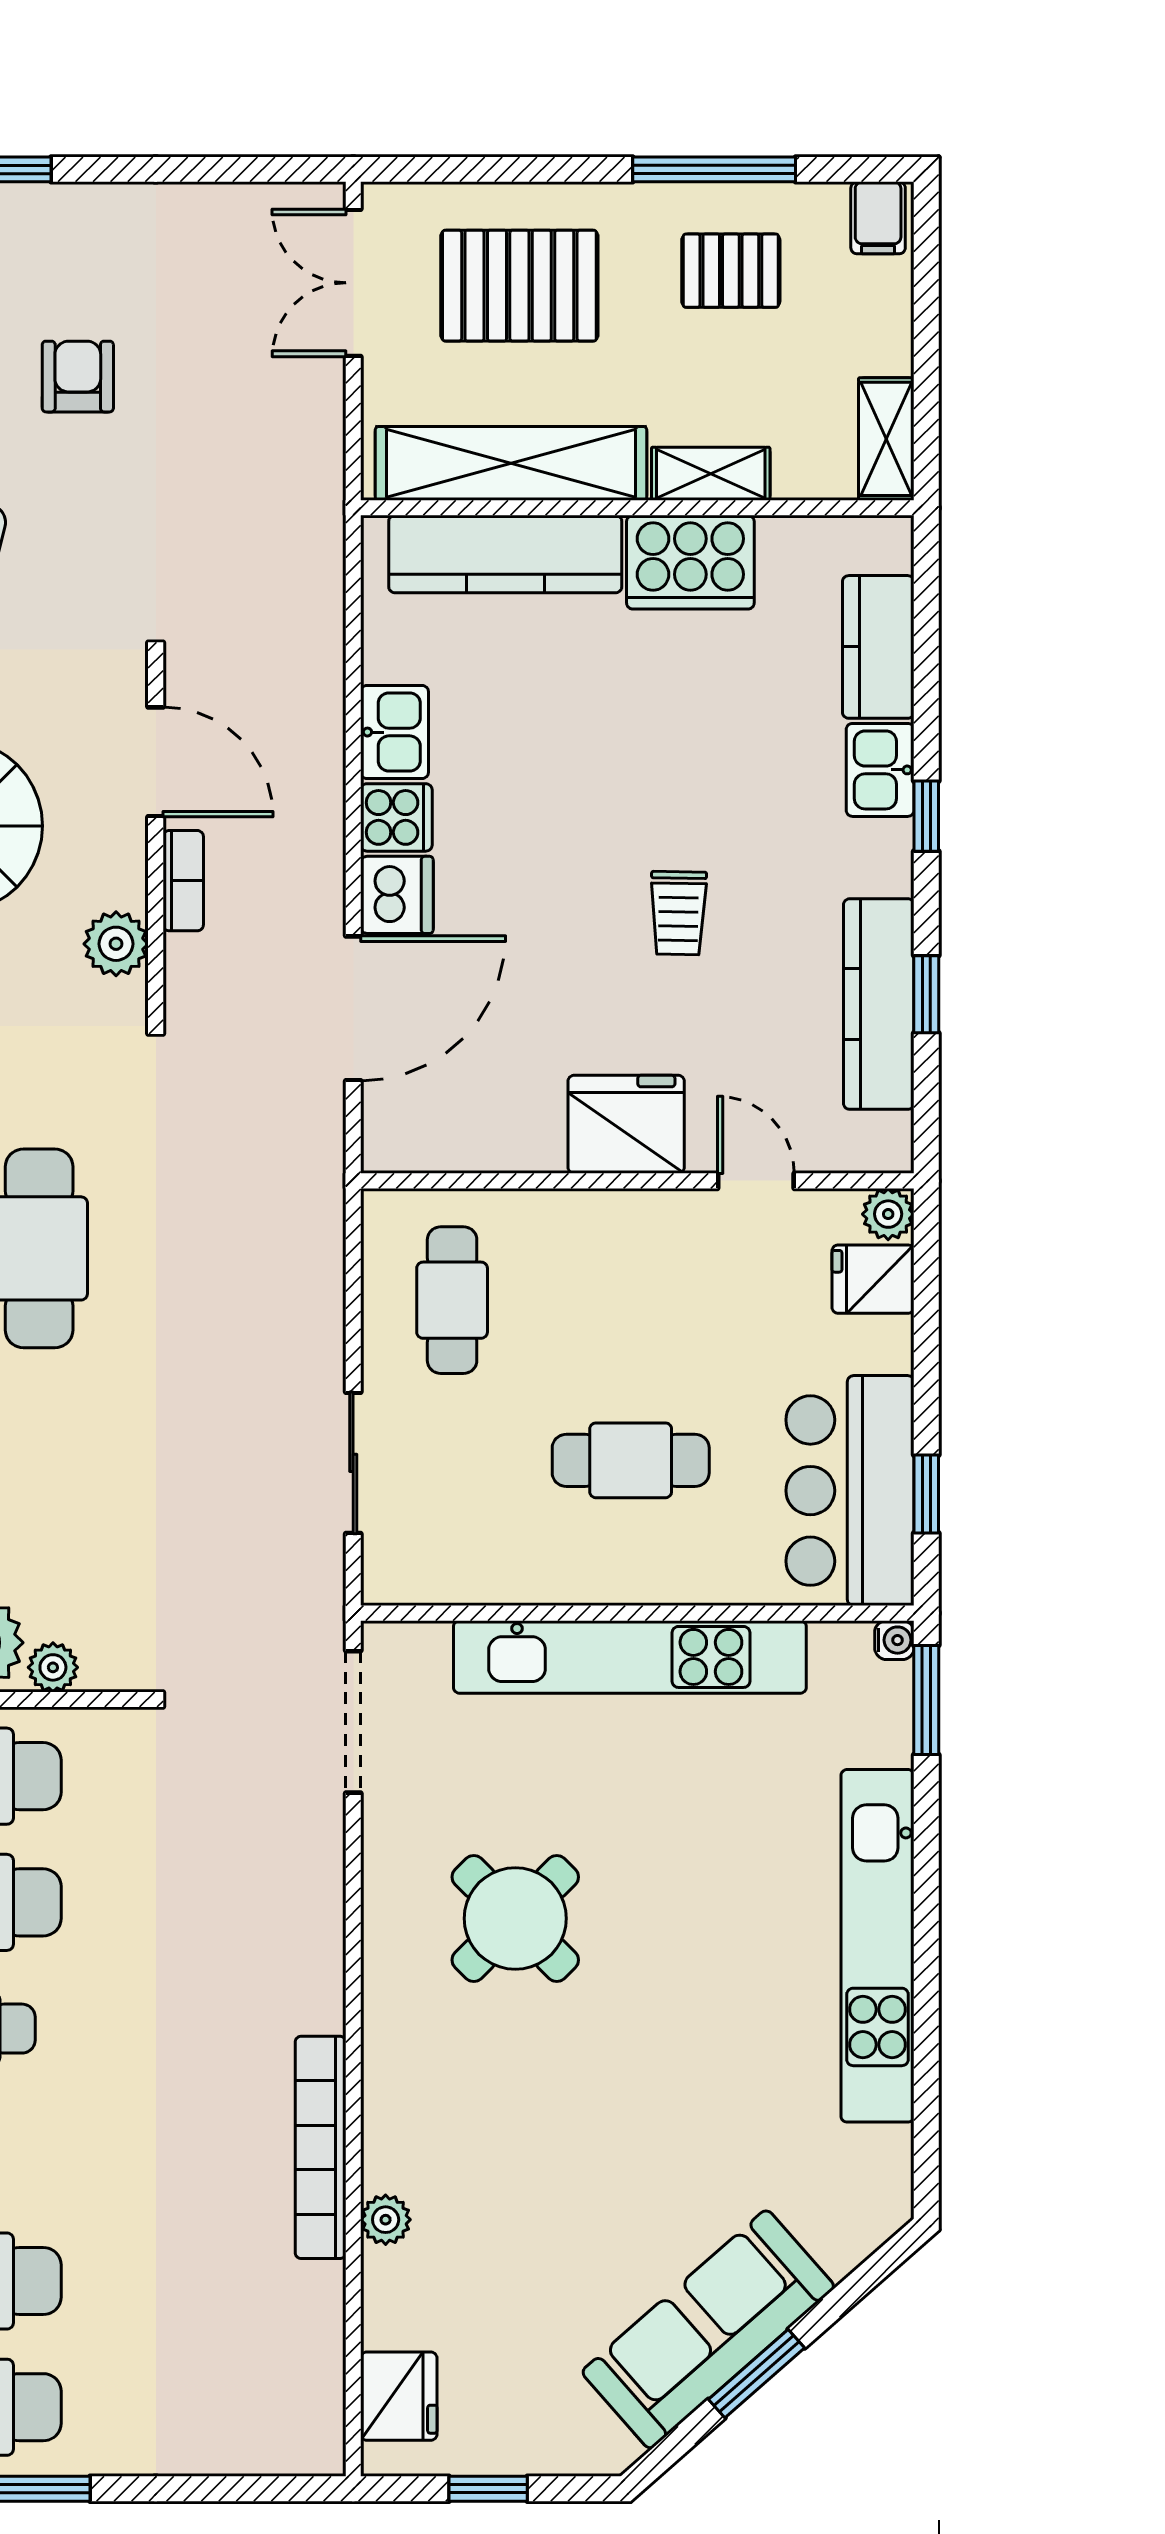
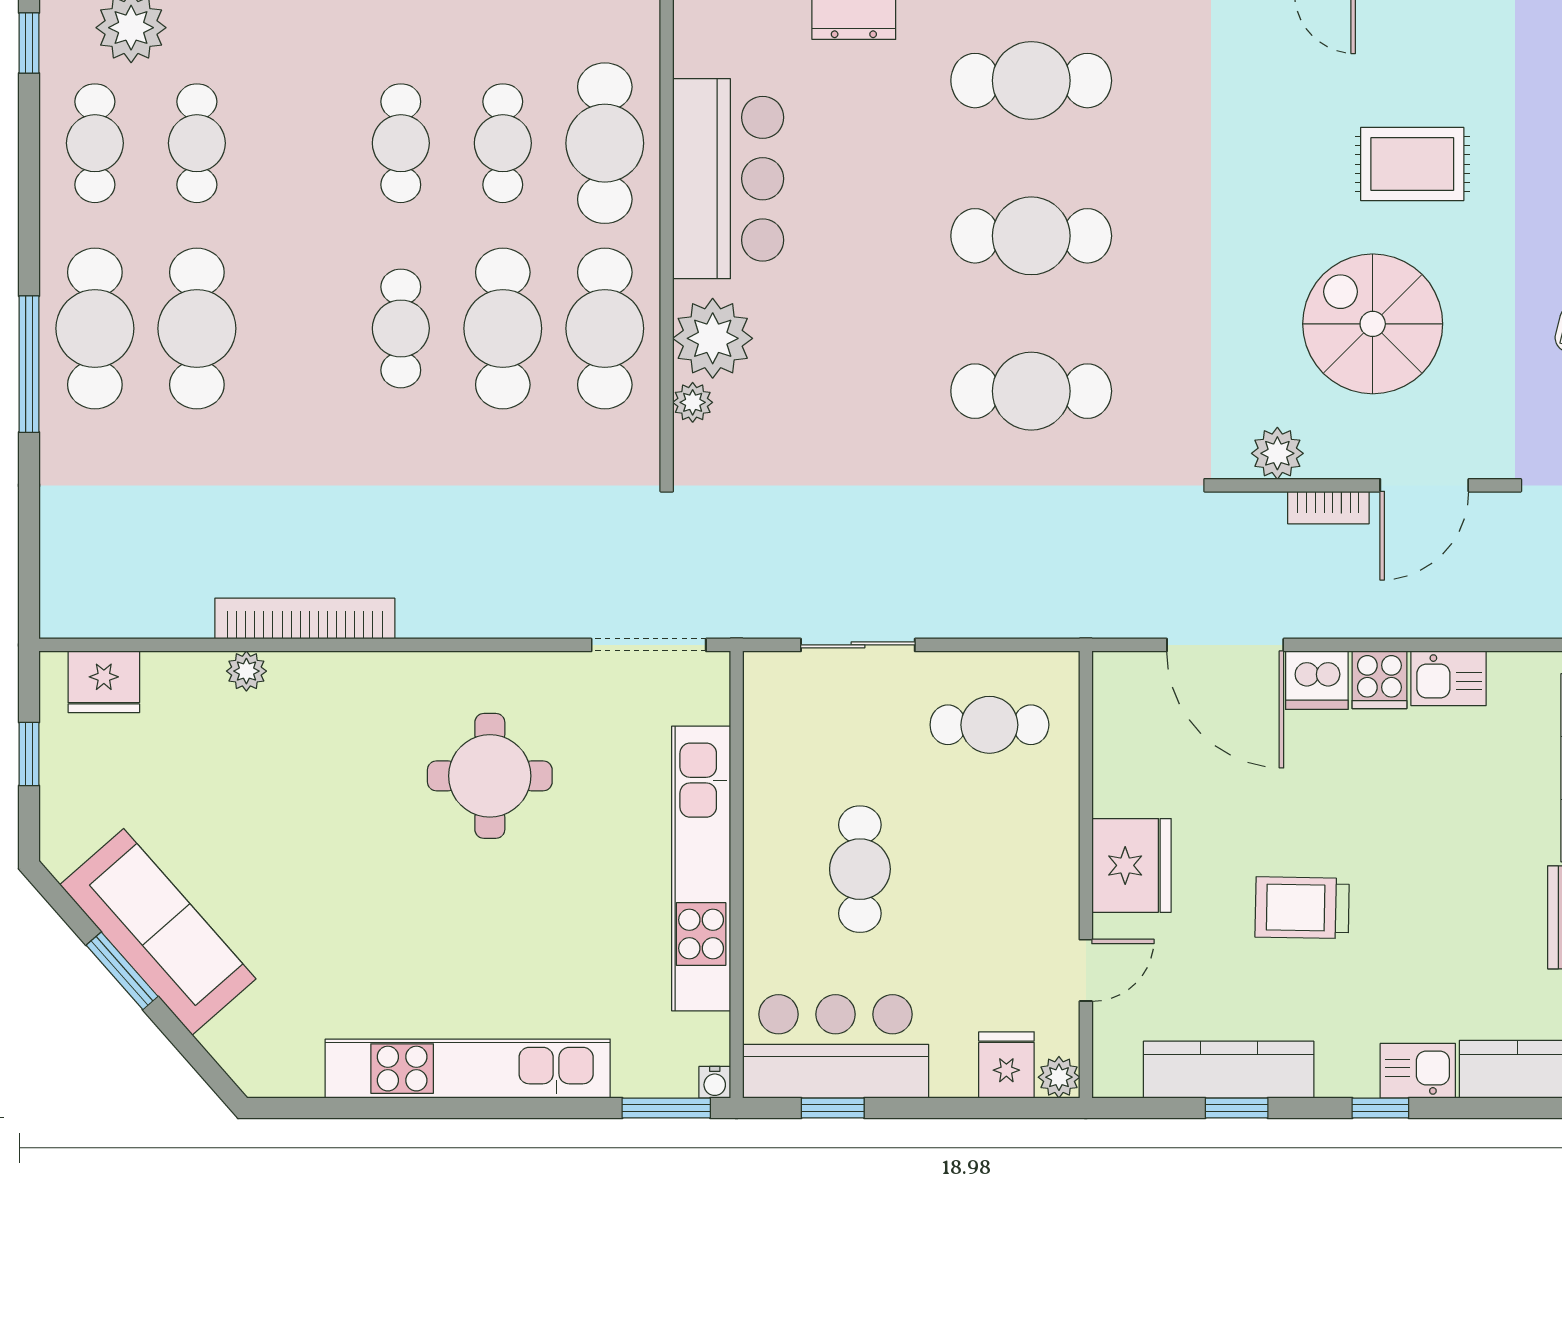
trolley: (678, 913) -> (1302, 908), width x1.36, depth x1.39
round table: (515, 1918) -> (490, 776), turned 45

